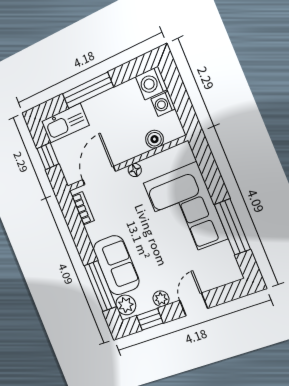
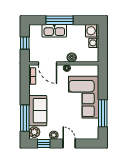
kitchen sink: (65, 123) -> (54, 31), moved
boiler: (154, 139) -> (72, 57), moved
door: (99, 176) -> (48, 63), swing flipped
door: (194, 304) -> (69, 144), hinge flipped

